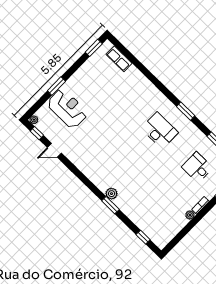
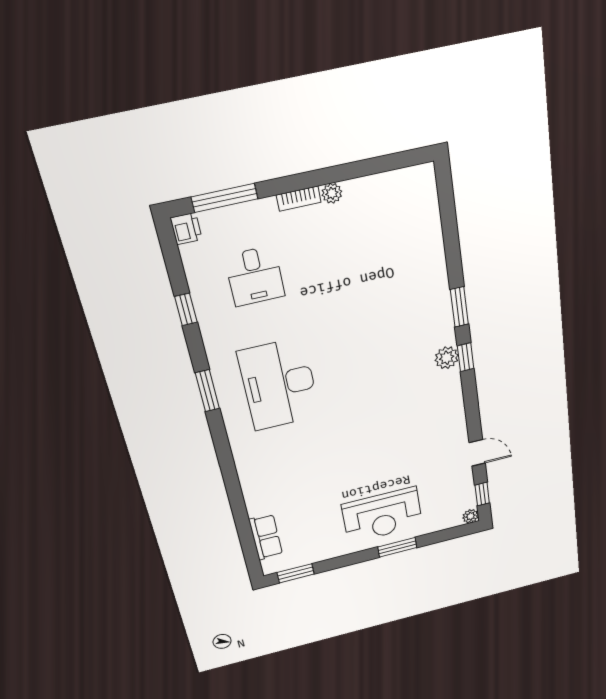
reception desk: (67, 109) -> (382, 515), moved, turned -90
desk: (160, 130) -> (279, 384), width x1.36, depth x1.30
plant: (112, 194) -> (447, 358), moved
window: (143, 237) -> (466, 357), moved

